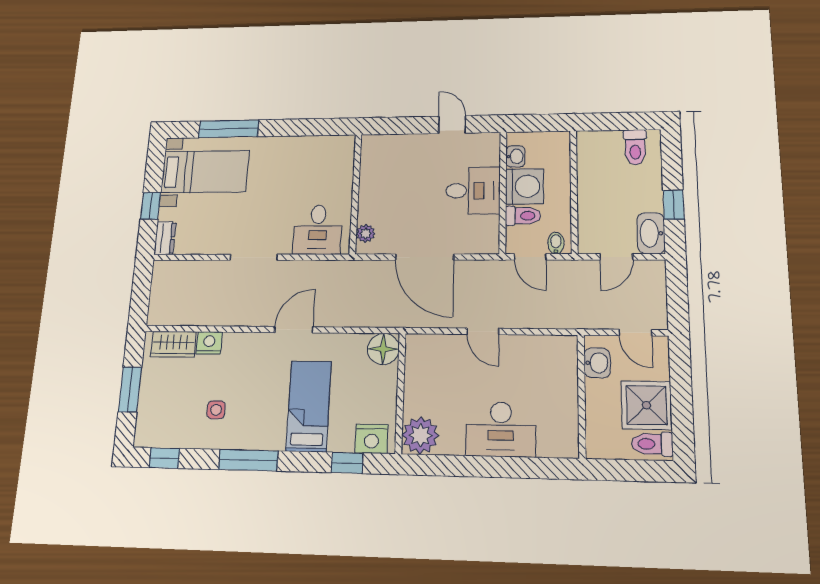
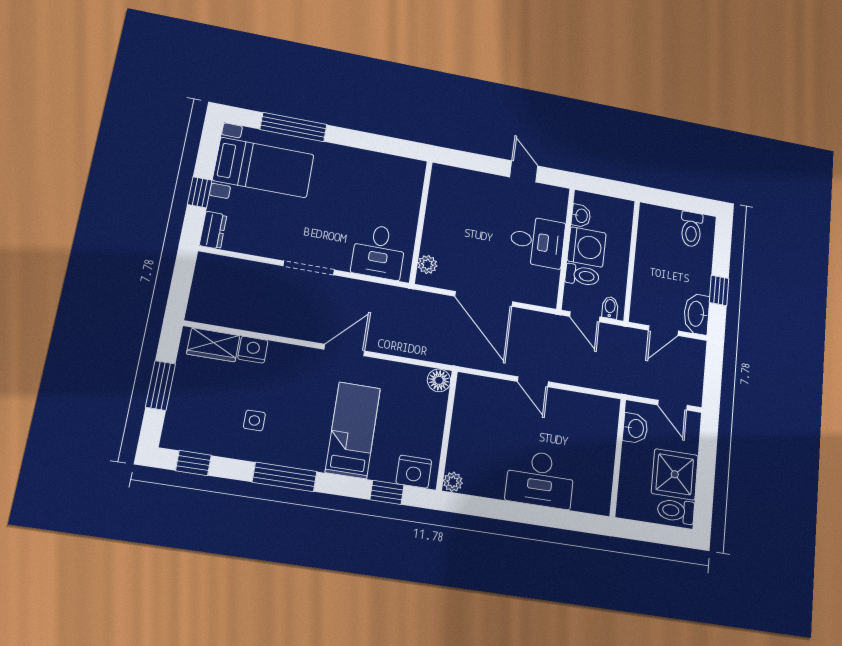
floor lamp: (383, 349) -> (439, 380), width x0.73, depth x0.73
plant: (420, 435) -> (453, 482), width x0.53, depth x0.53

